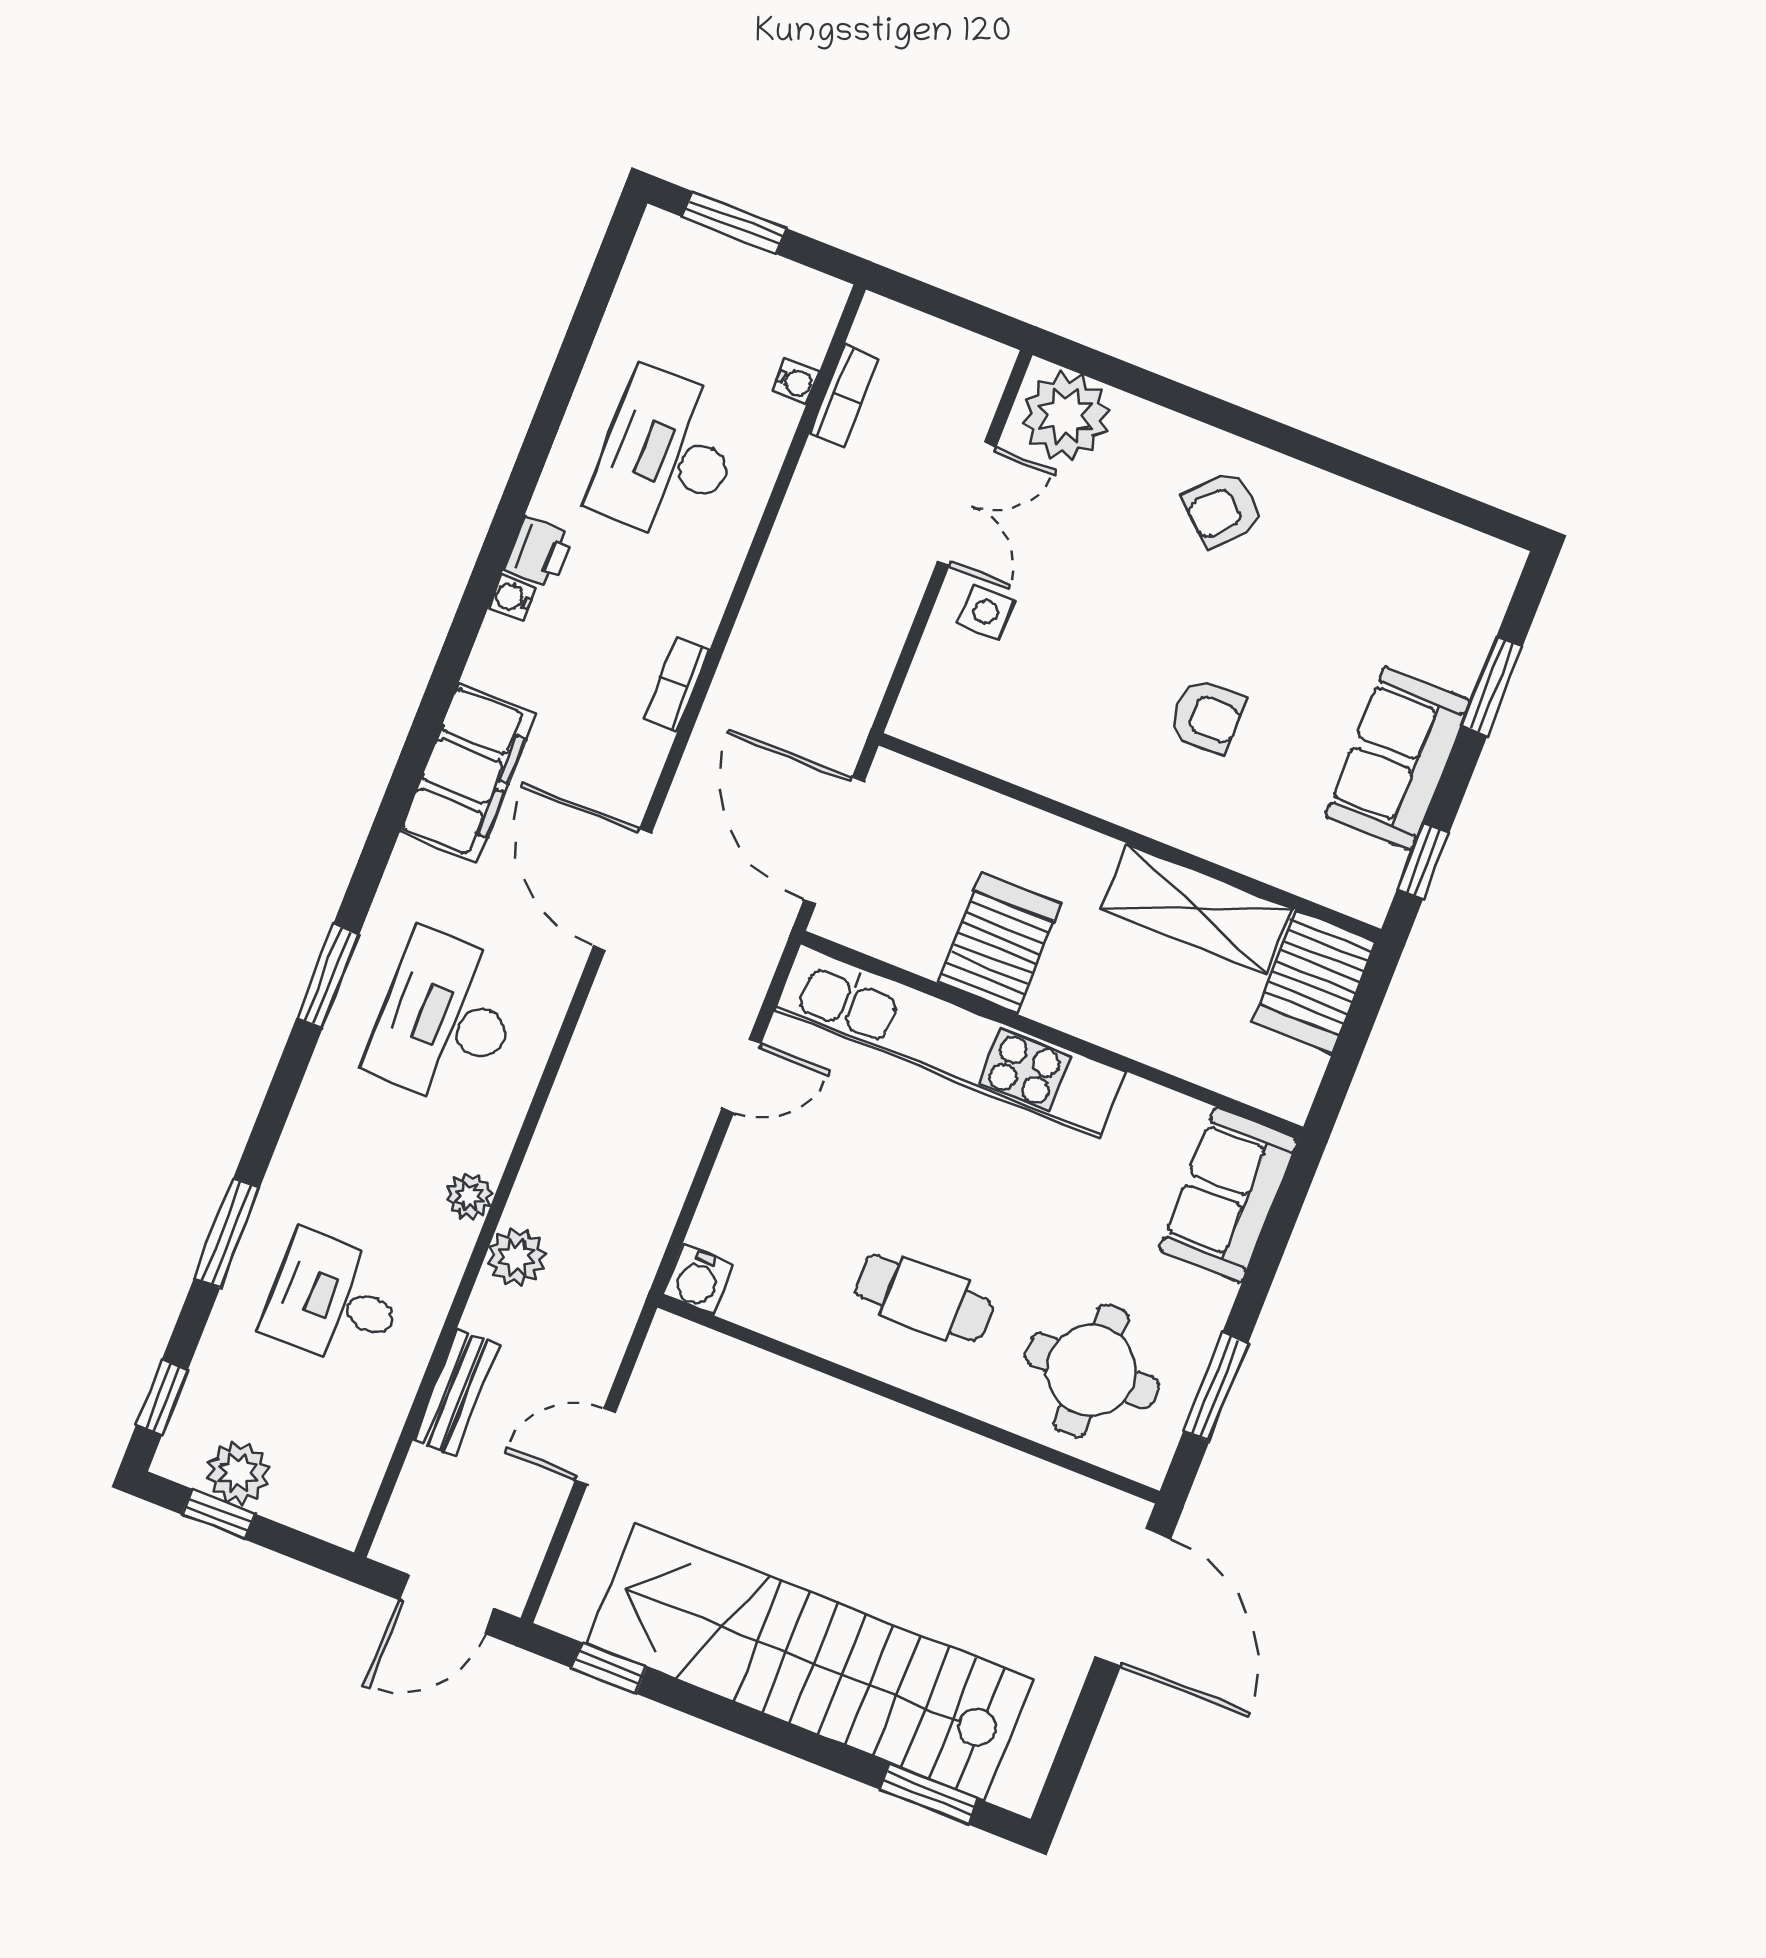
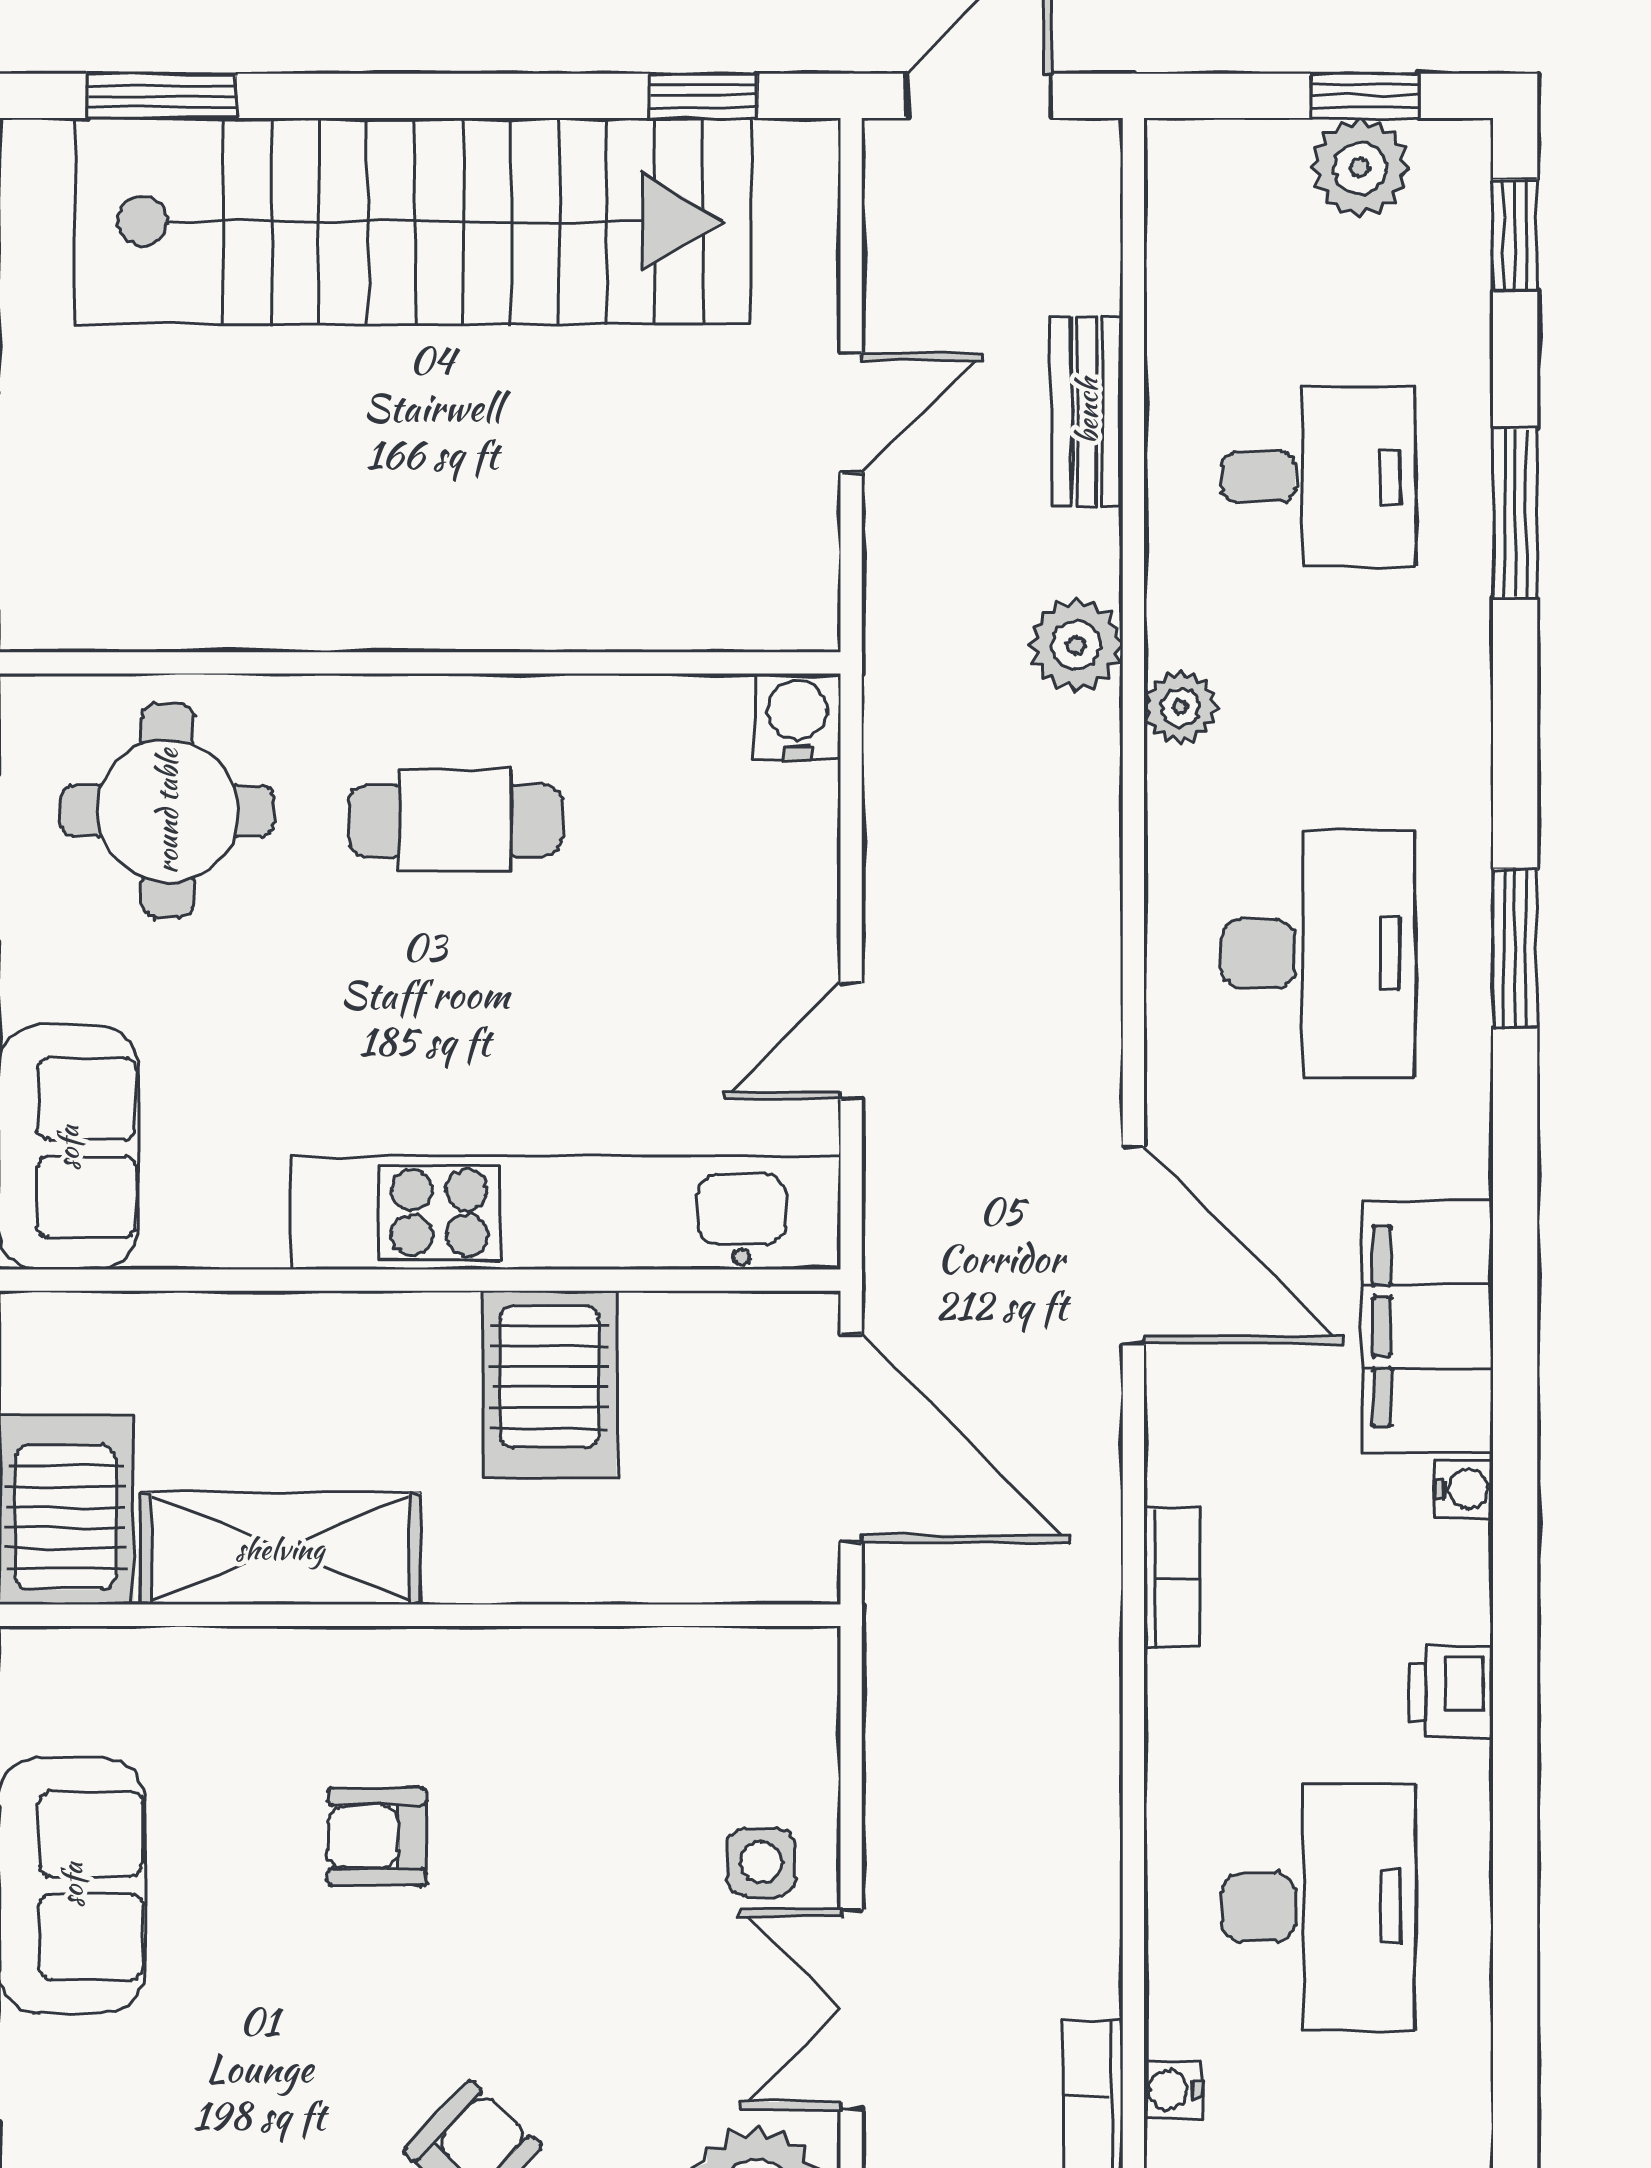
water cooler: (512, 598) -> (1464, 1489), moved

